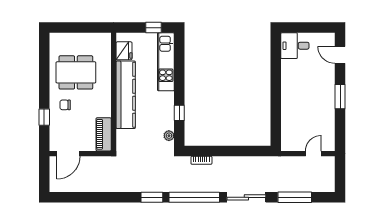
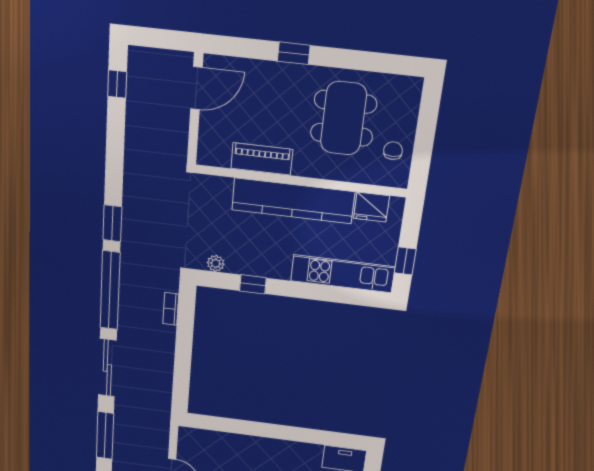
chair: (65, 105) -> (393, 151), moved
window: (44, 117) -> (294, 53), moved
piano: (104, 134) -> (262, 159), moved
door: (68, 154) -> (196, 88), swing flipped
window: (71, 197) -> (117, 84), added

